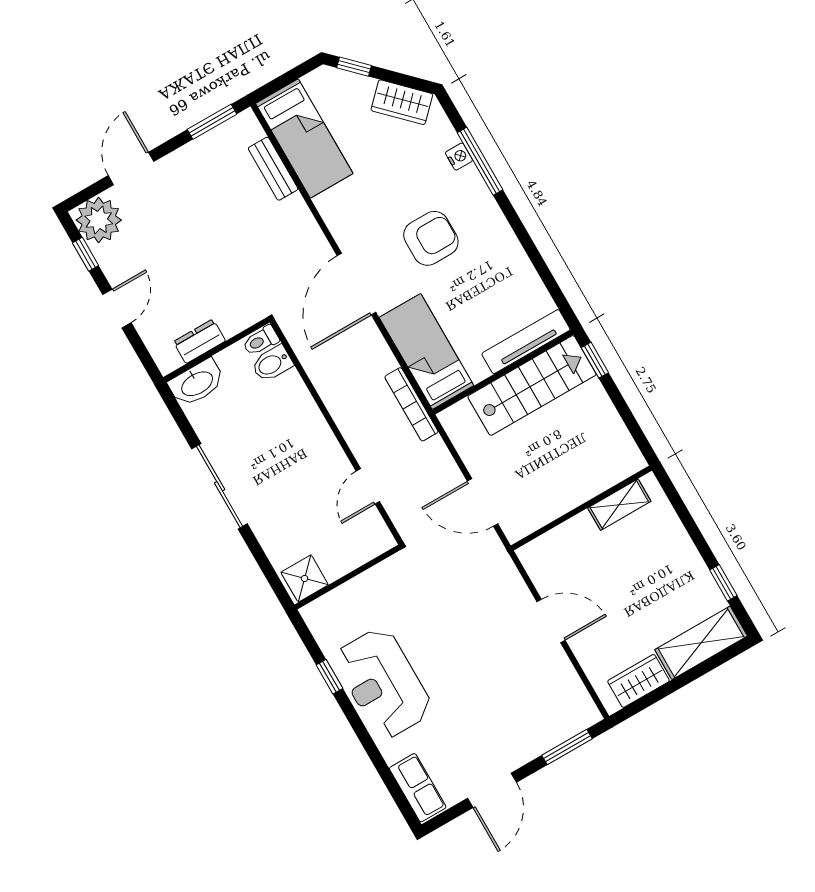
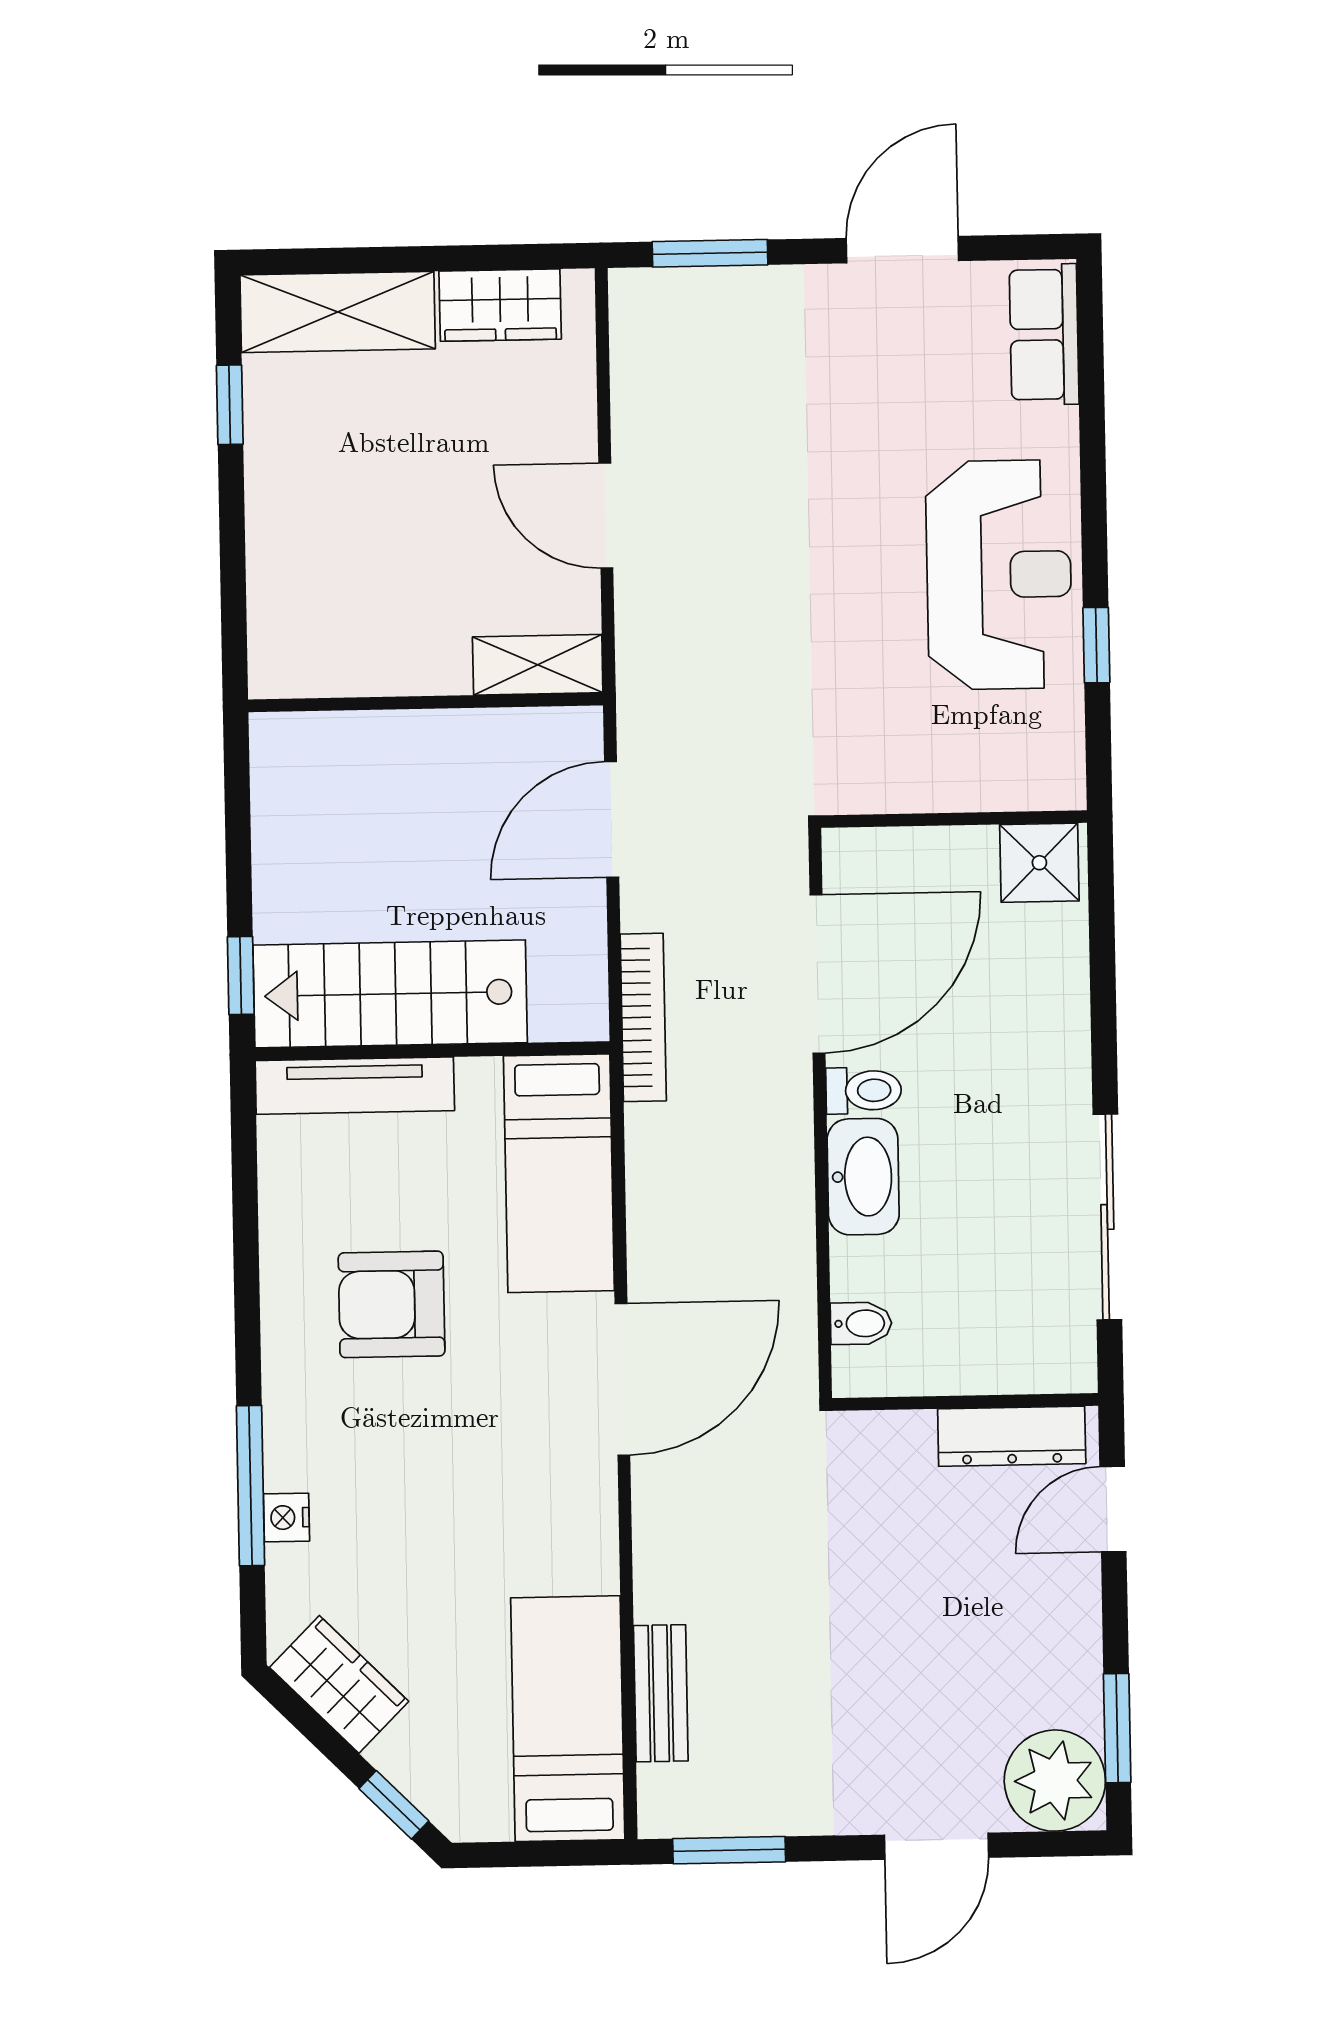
armchair: (431, 238) -> (392, 1304), moved
window: (86, 254) -> (1117, 1728), width x1.50
door: (117, 309) -> (1113, 1509), moved
dresser: (199, 341) -> (1012, 1436), width x1.44
toilet: (261, 341) -> (864, 1090), moved
bidet: (272, 364) -> (861, 1323), width x0.72, depth x0.74
washbasin: (197, 383) -> (863, 1177), moved, turned 90
bookcase: (411, 404) -> (643, 1017), moved
sliding door: (220, 486) -> (1107, 1217), moved
door: (368, 486) -> (817, 974), width x1.88
door: (483, 502) -> (612, 819), swing flipped
shelving: (619, 505) -> (538, 665), moved

